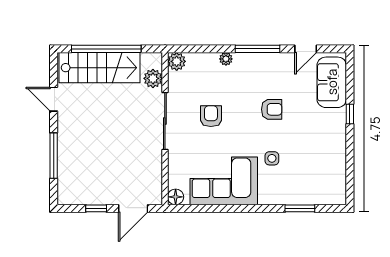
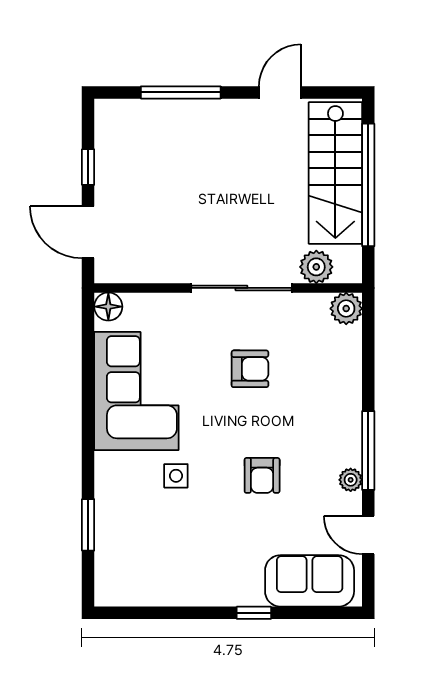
plant: (226, 59) -> (351, 480), moved

